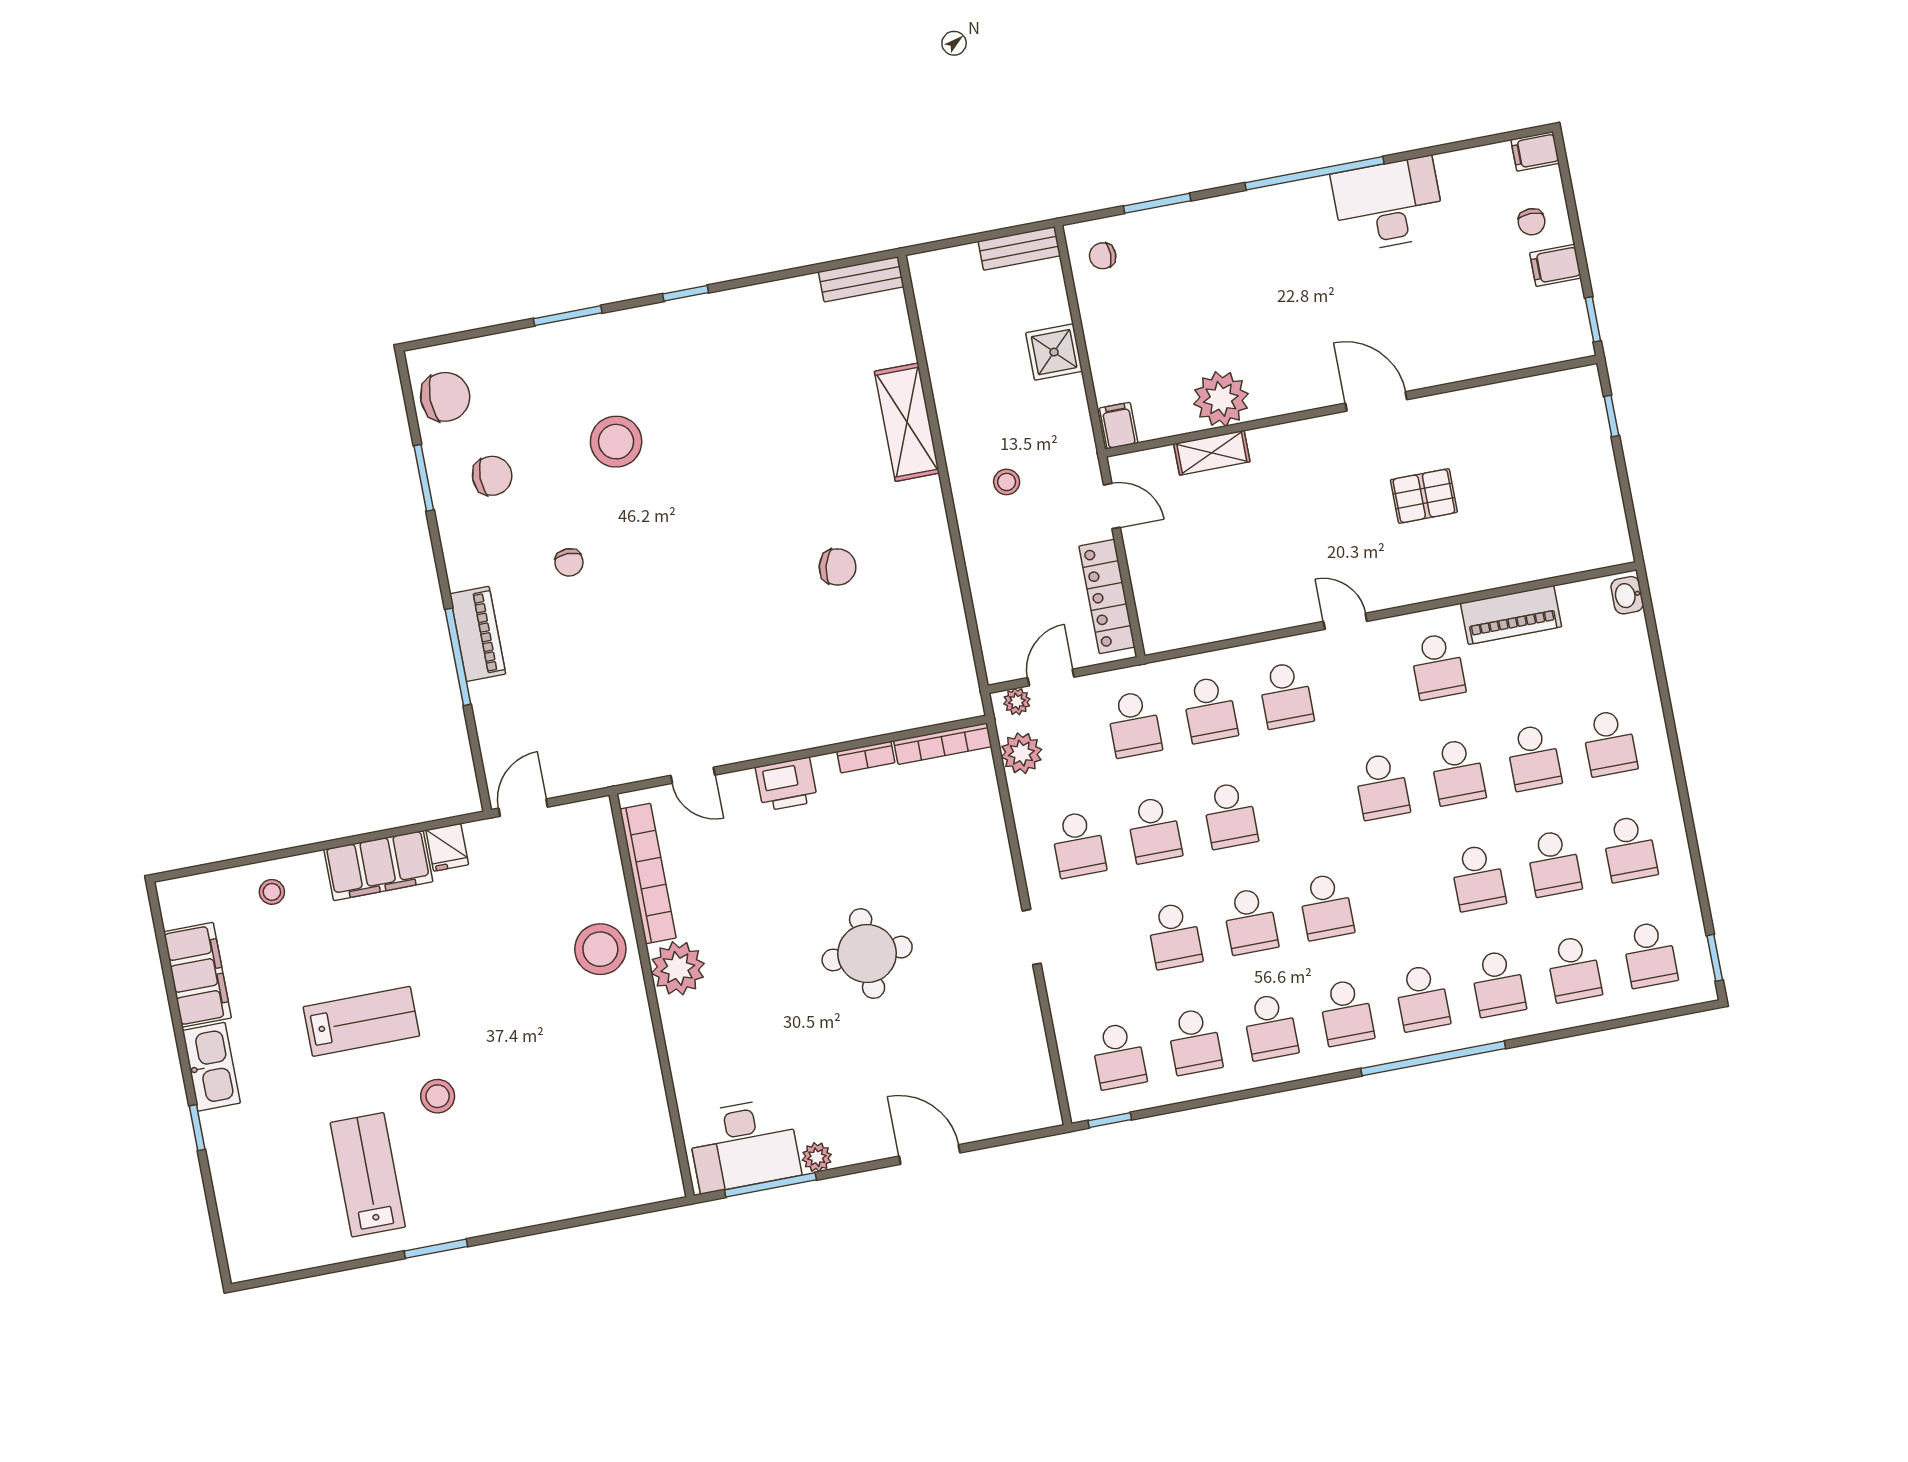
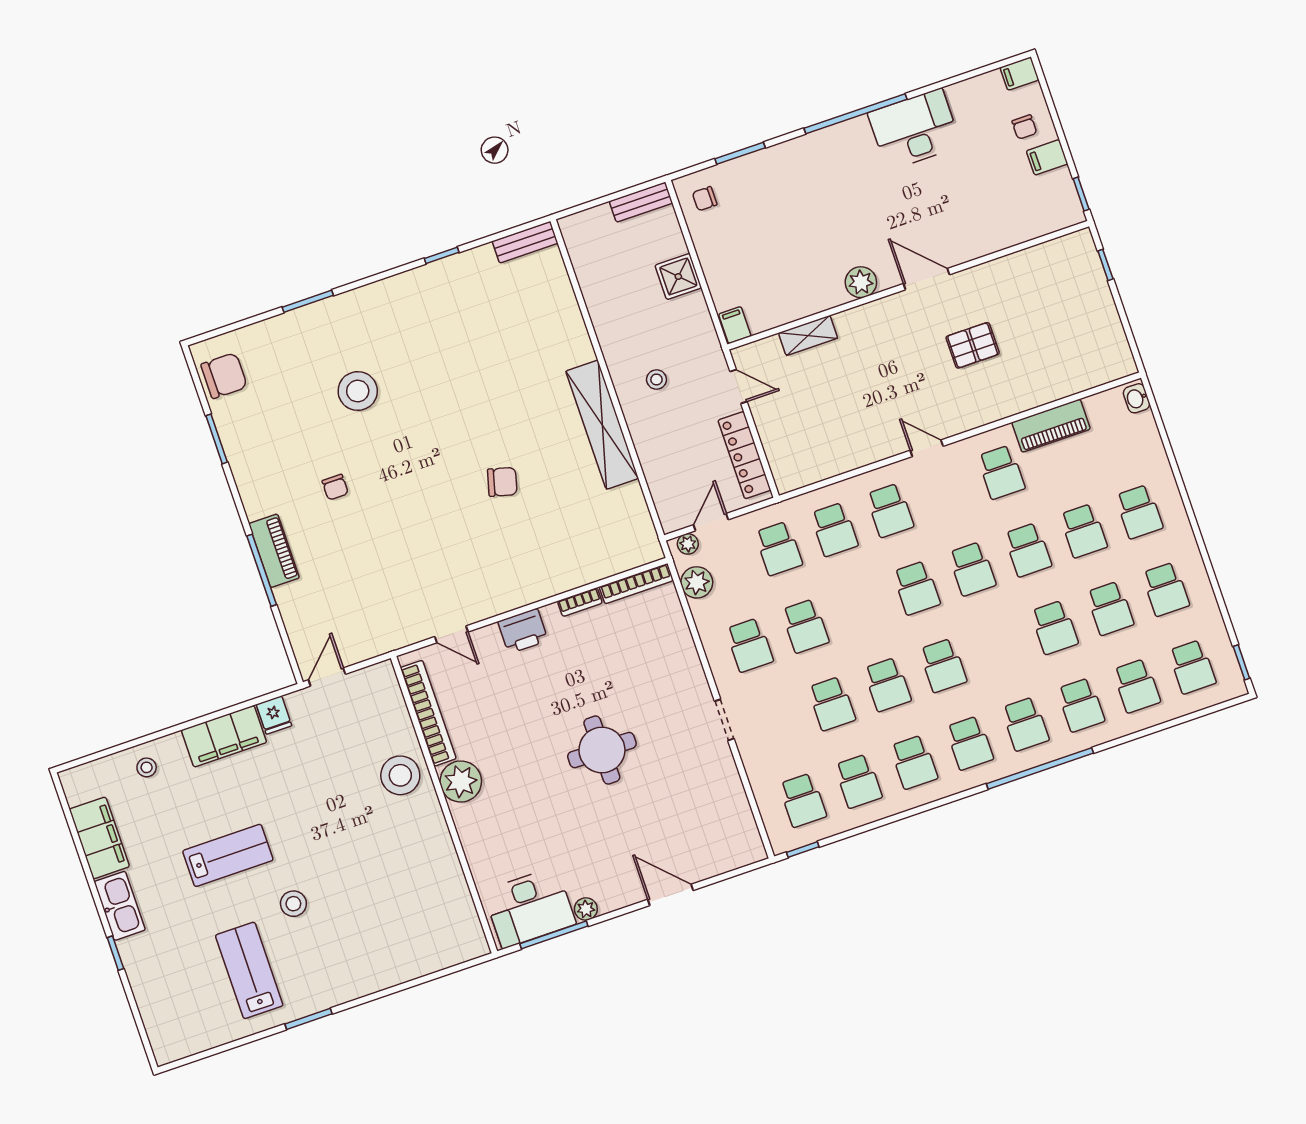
window: (686, 293) -> (442, 255), moved
plant: (1221, 399) -> (861, 282), moved, width x0.73, depth x0.73
shelving: (907, 422) -> (602, 425), moved, width x1.47
chair: (492, 476) -> (268, 430), removed
chair: (838, 567) -> (502, 482), moved
school desk: (1230, 815) -> (916, 588), moved

